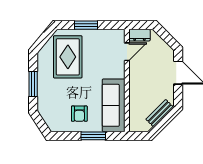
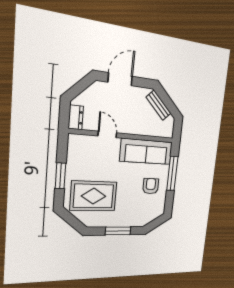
door: (127, 52) -> (107, 134), moved
armchair: (79, 114) -> (151, 186), turned -90
window: (93, 136) -> (172, 174), width x1.44

